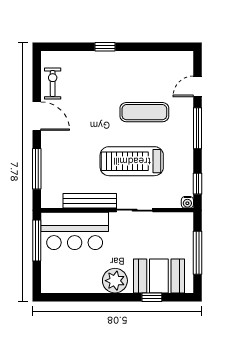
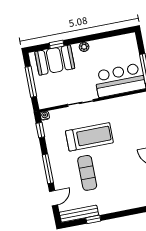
window: (105, 47) -> (93, 219), moved
exercise mat: (144, 112) -> (87, 173), turned 90
bench: (90, 201) -> (79, 214), moved
plant: (115, 281) -> (84, 47), width x0.53, depth x0.53

